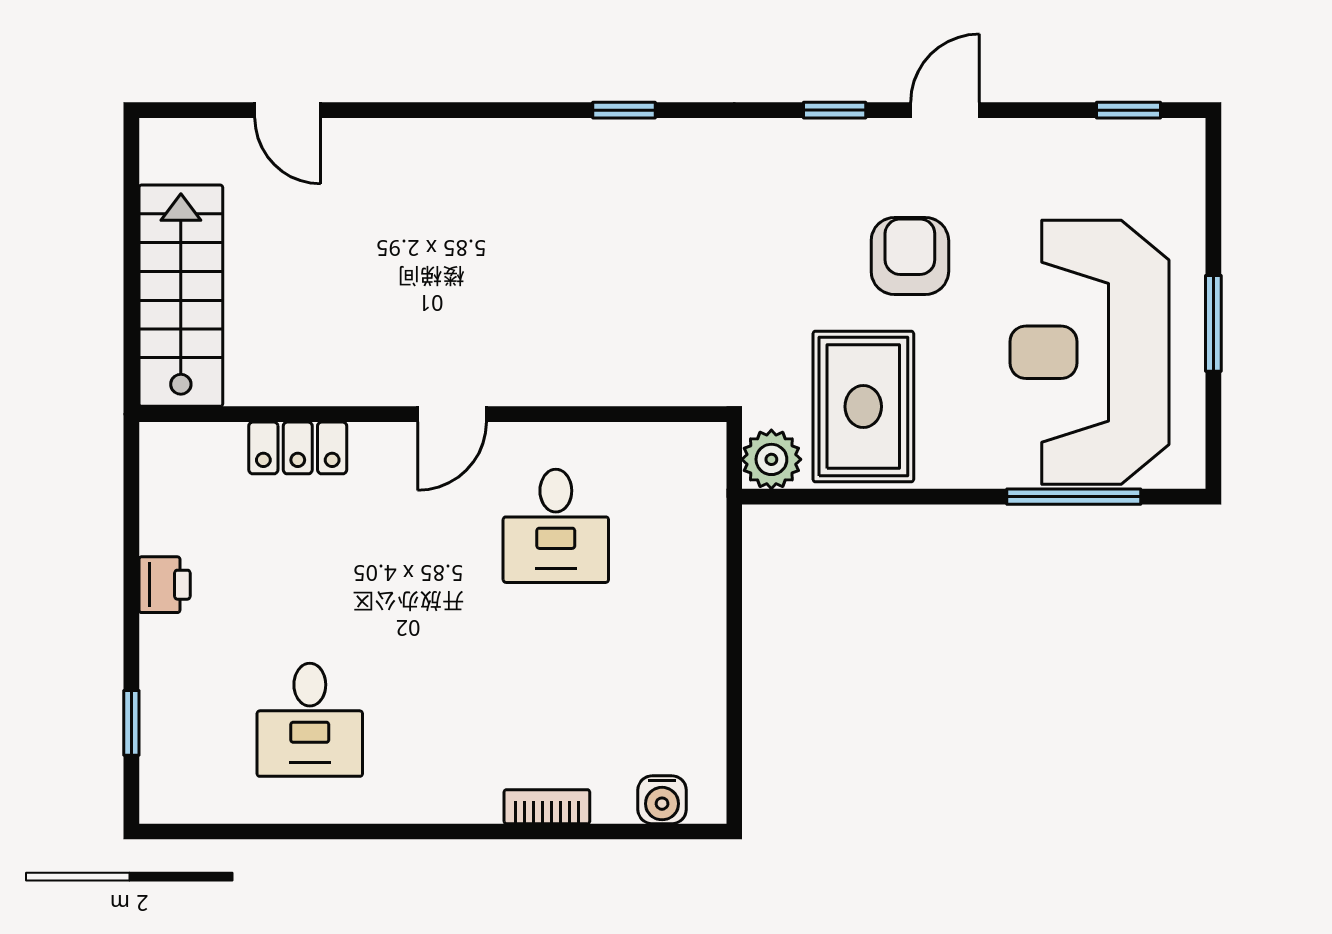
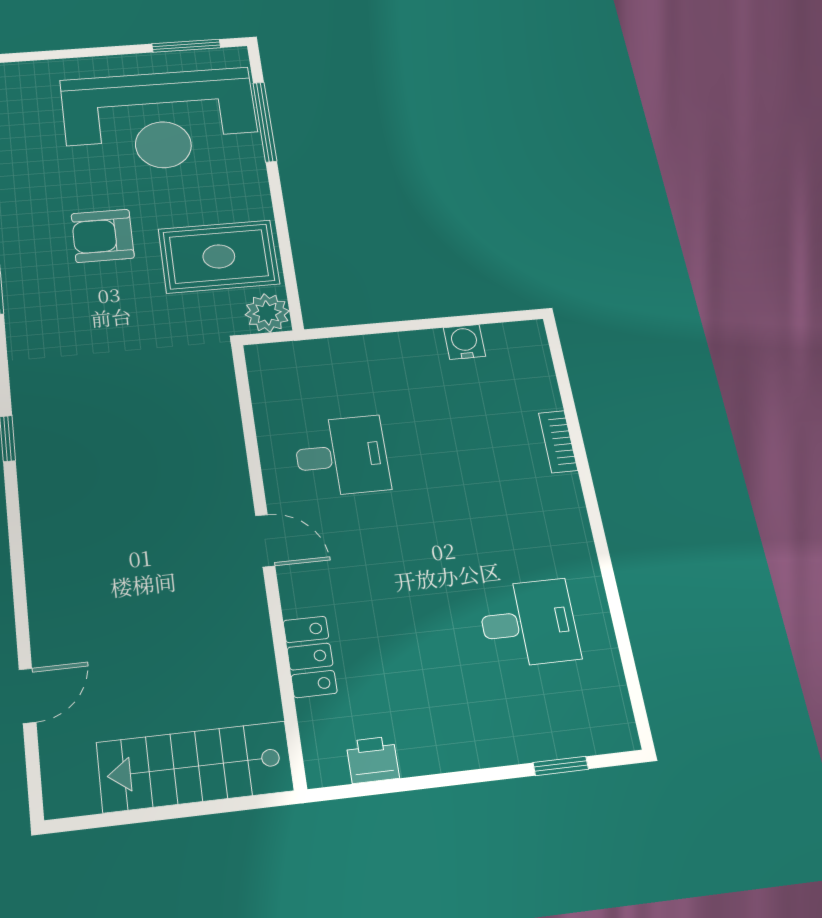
window: (1213, 323) -> (186, 46), moved
printer: (165, 585) -> (373, 760), moved
water cooler: (662, 800) -> (464, 342), moved, turned -90

